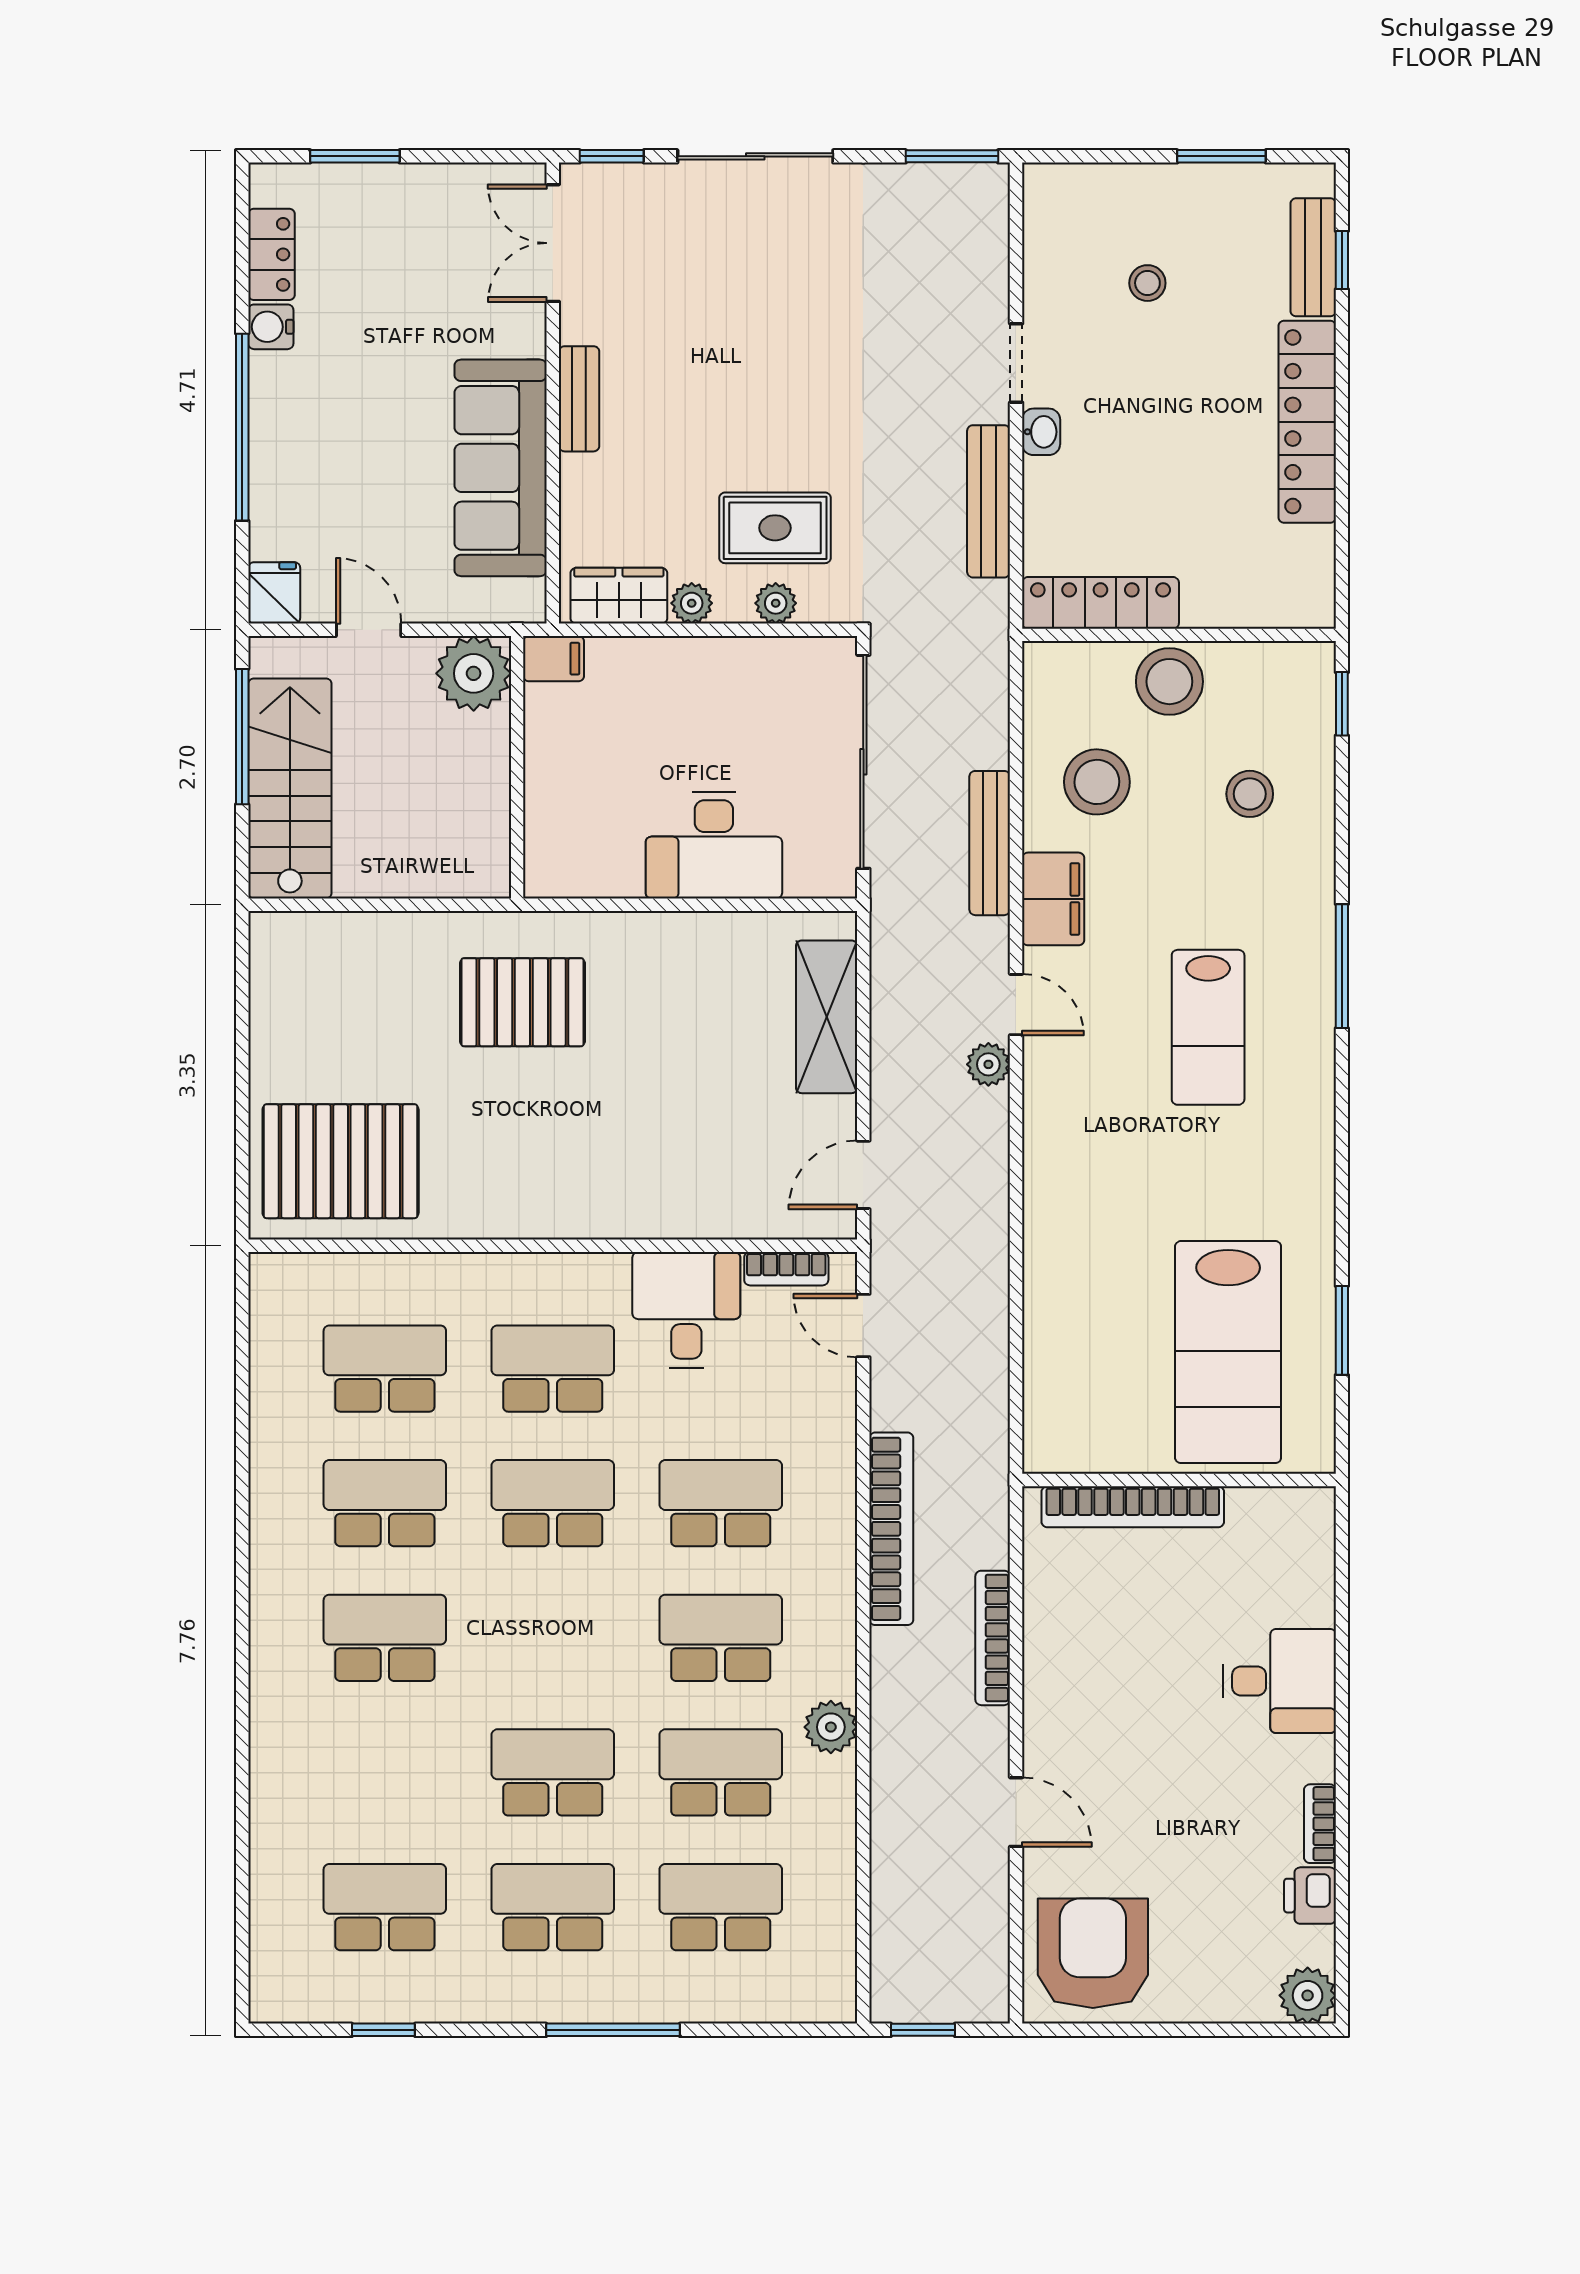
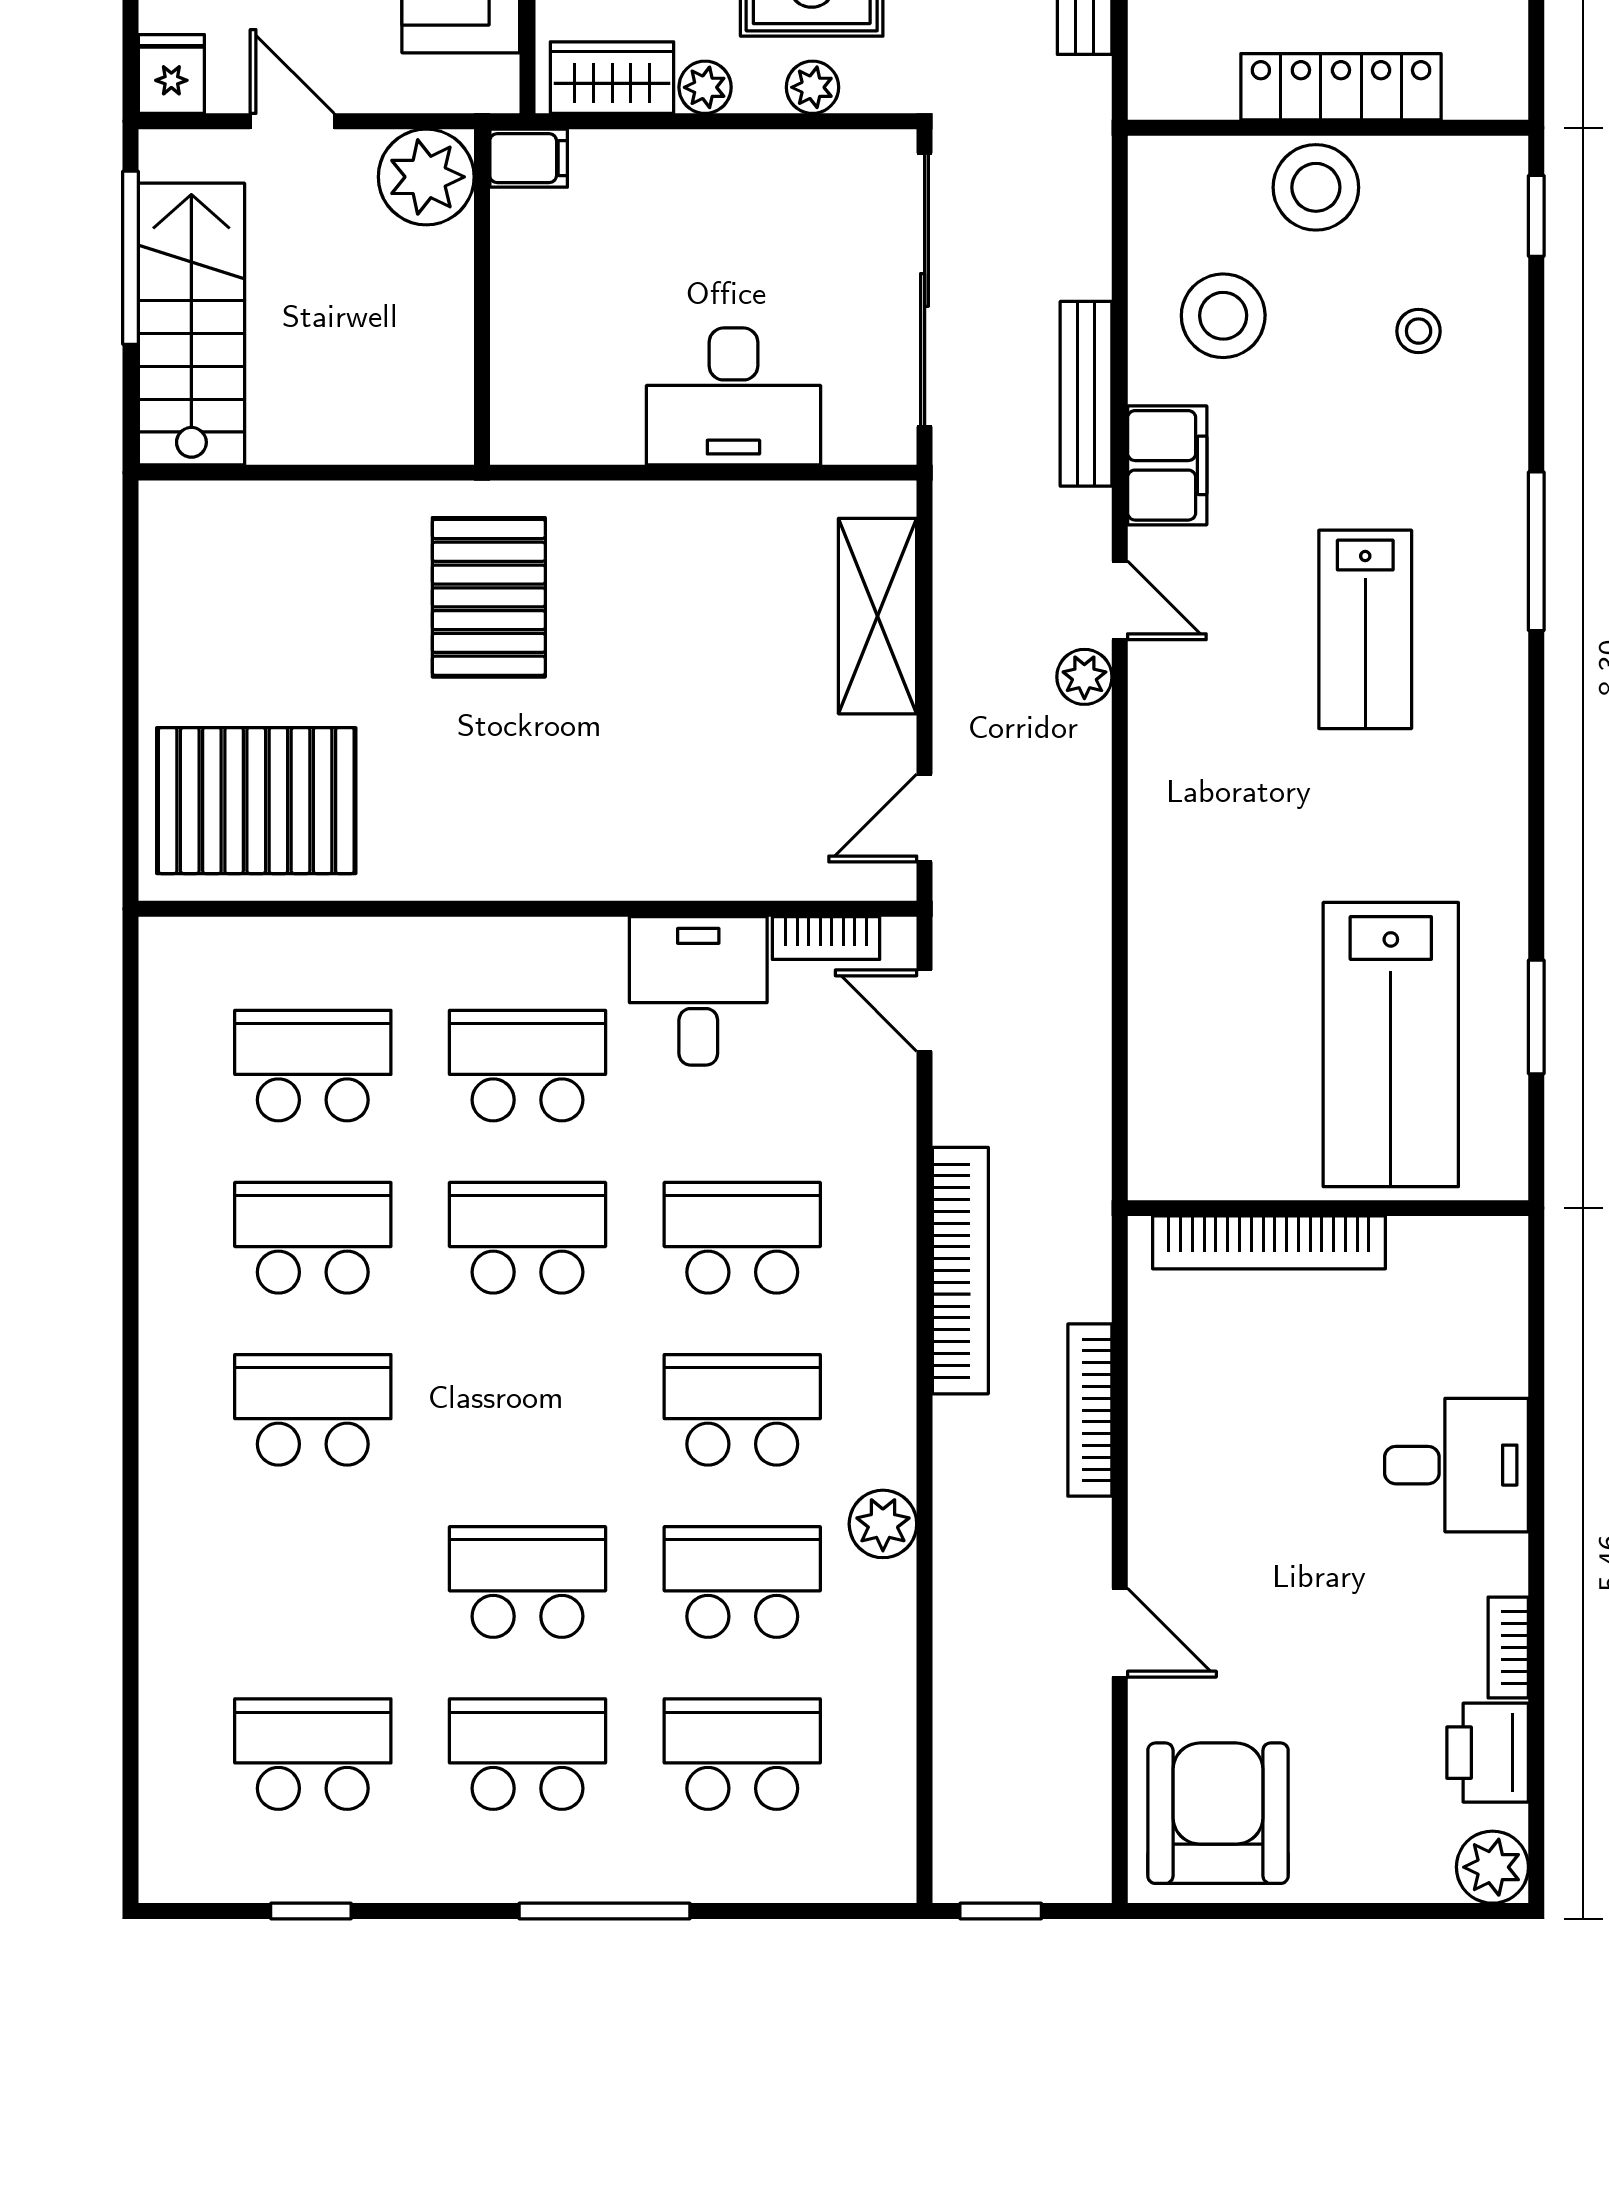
locker: (1100, 603) -> (1341, 87), moved
stool: (1250, 794) -> (1419, 331), width x0.73, depth x0.73
pallet: (522, 1002) -> (489, 597), turned 90
printer: (1310, 1896) -> (1488, 1753), width x1.36, depth x1.24

